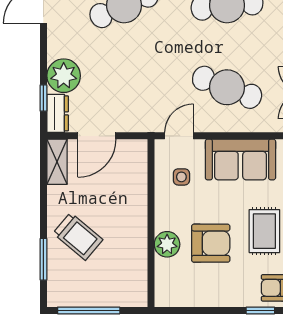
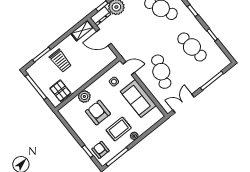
trolley: (78, 236) -> (60, 61), turned -40
armchair: (211, 243) -> (98, 113), turned 180
pallet: (126, 276) -> (60, 91), added

